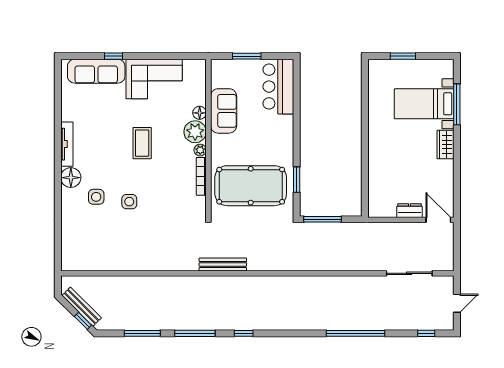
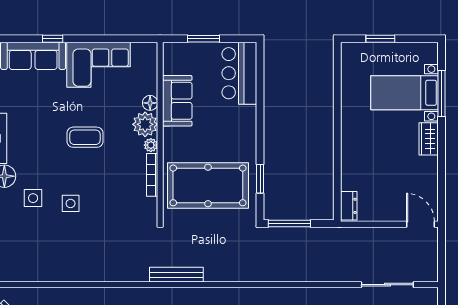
coffee table: (142, 143) -> (85, 137), turned 90
dresser: (409, 211) -> (349, 206), moved, turned 90

